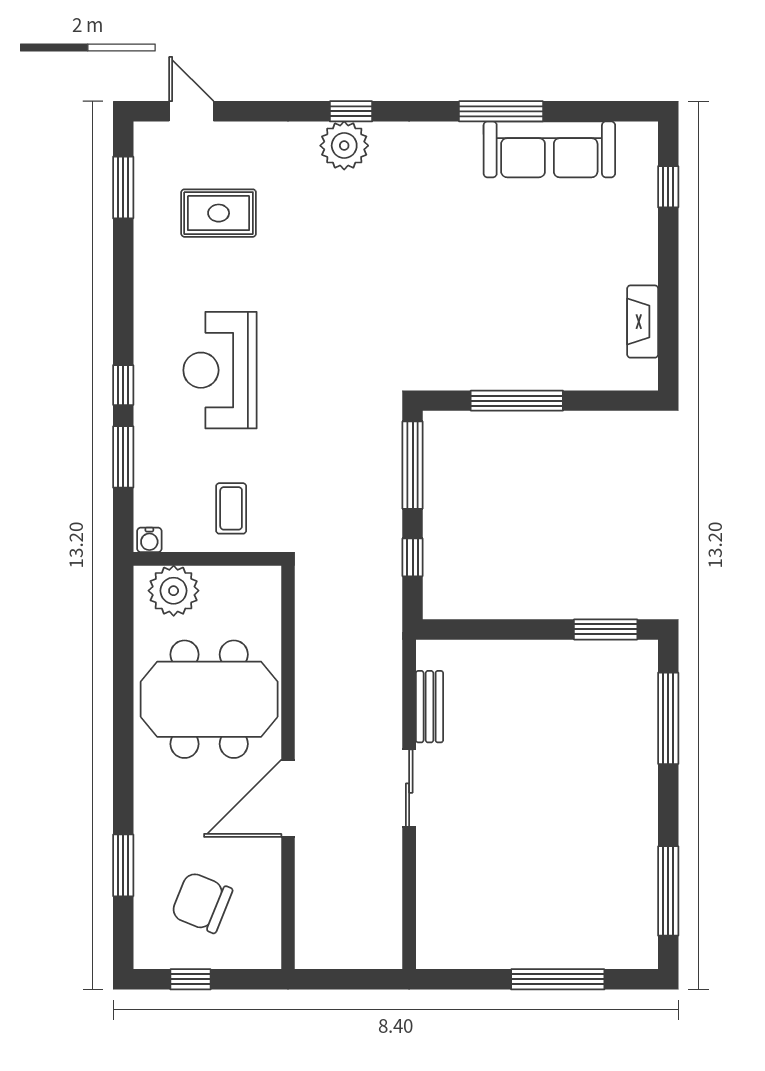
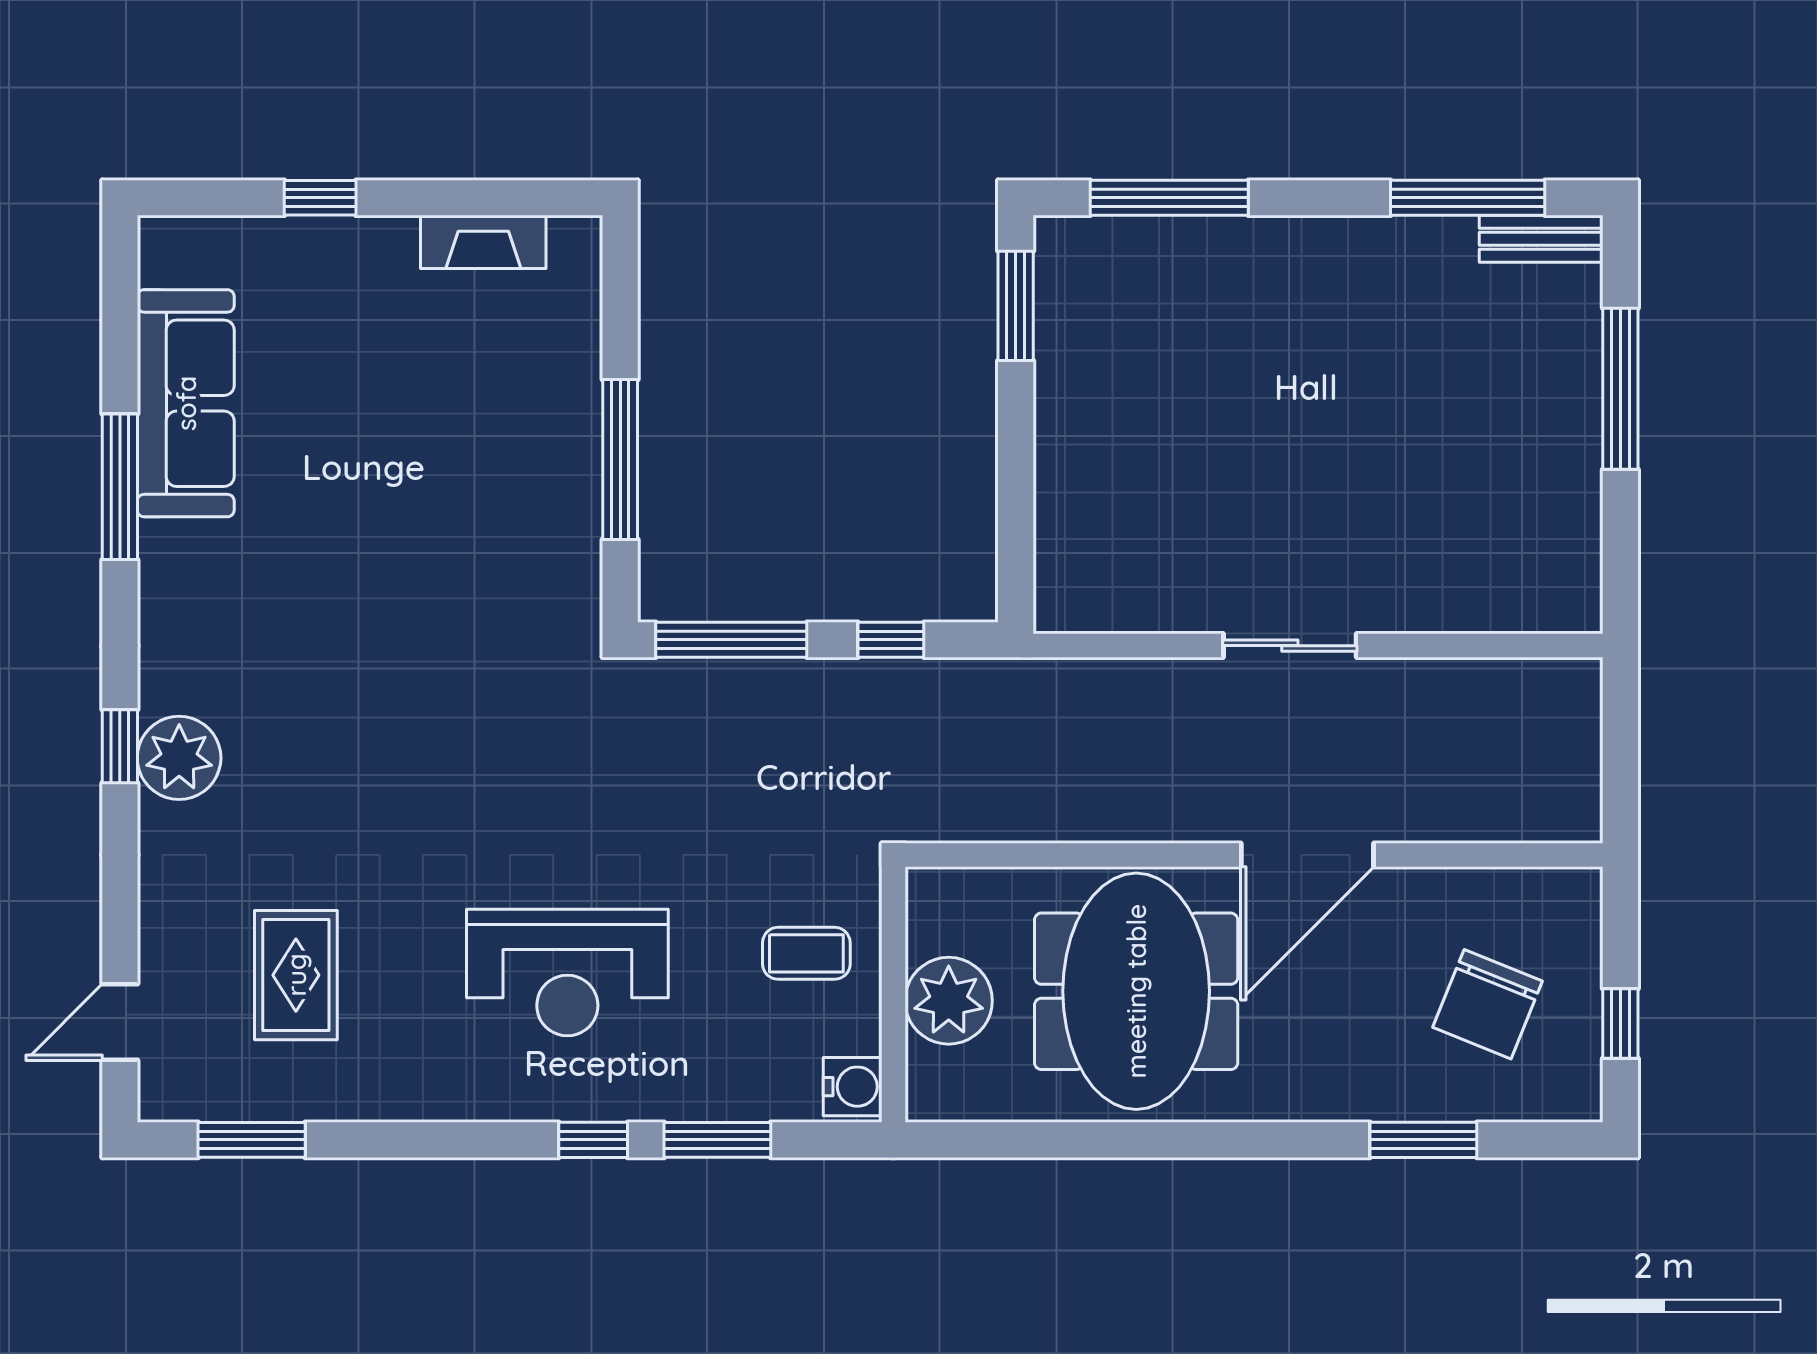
window: (668, 187) -> (320, 198), moved
water cooler: (149, 540) -> (853, 1087), width x1.38, depth x1.38
plant: (174, 591) -> (949, 1001), moved
bench: (430, 707) -> (1541, 239), moved
door: (288, 798) -> (1307, 855), hinge flipped

